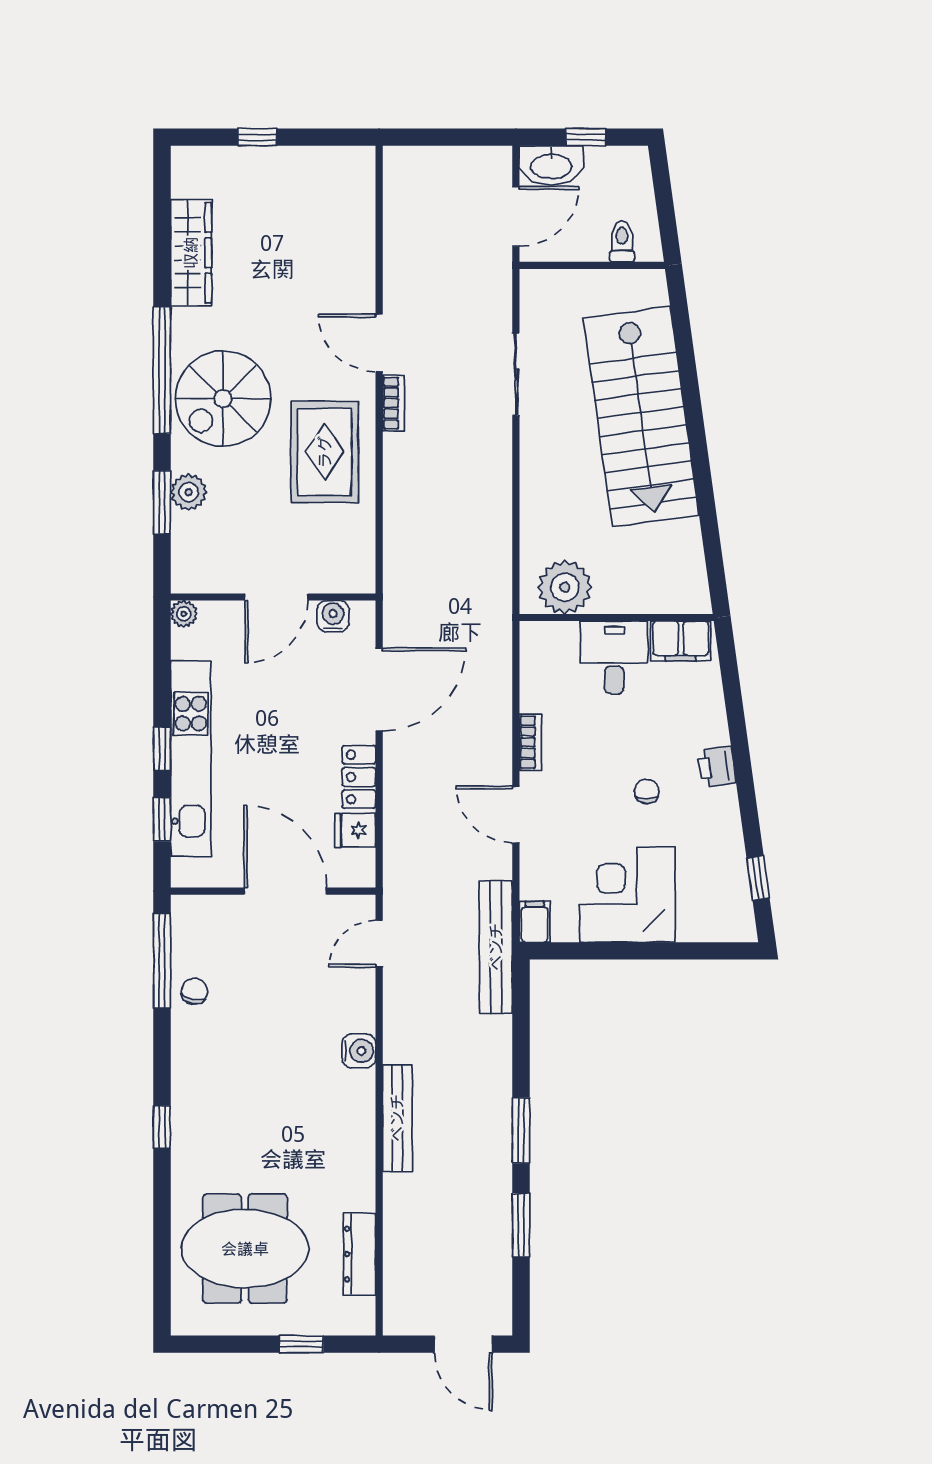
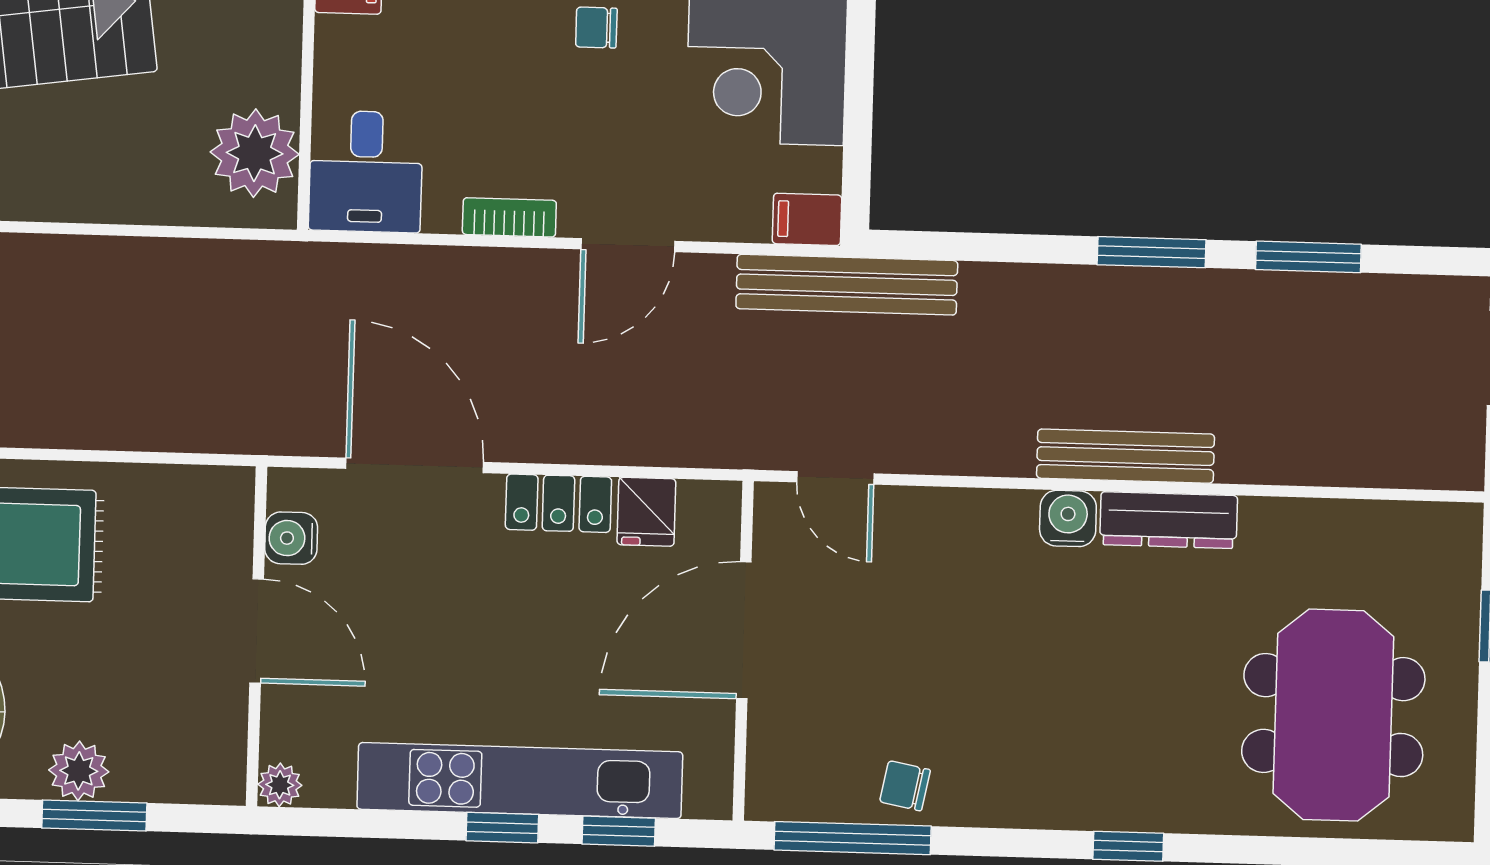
desk: (614, 657) -> (366, 171), moved, turned -90
water cooler: (359, 1051) -> (1068, 518), moved
dresser: (360, 1254) -> (1169, 520), moved

